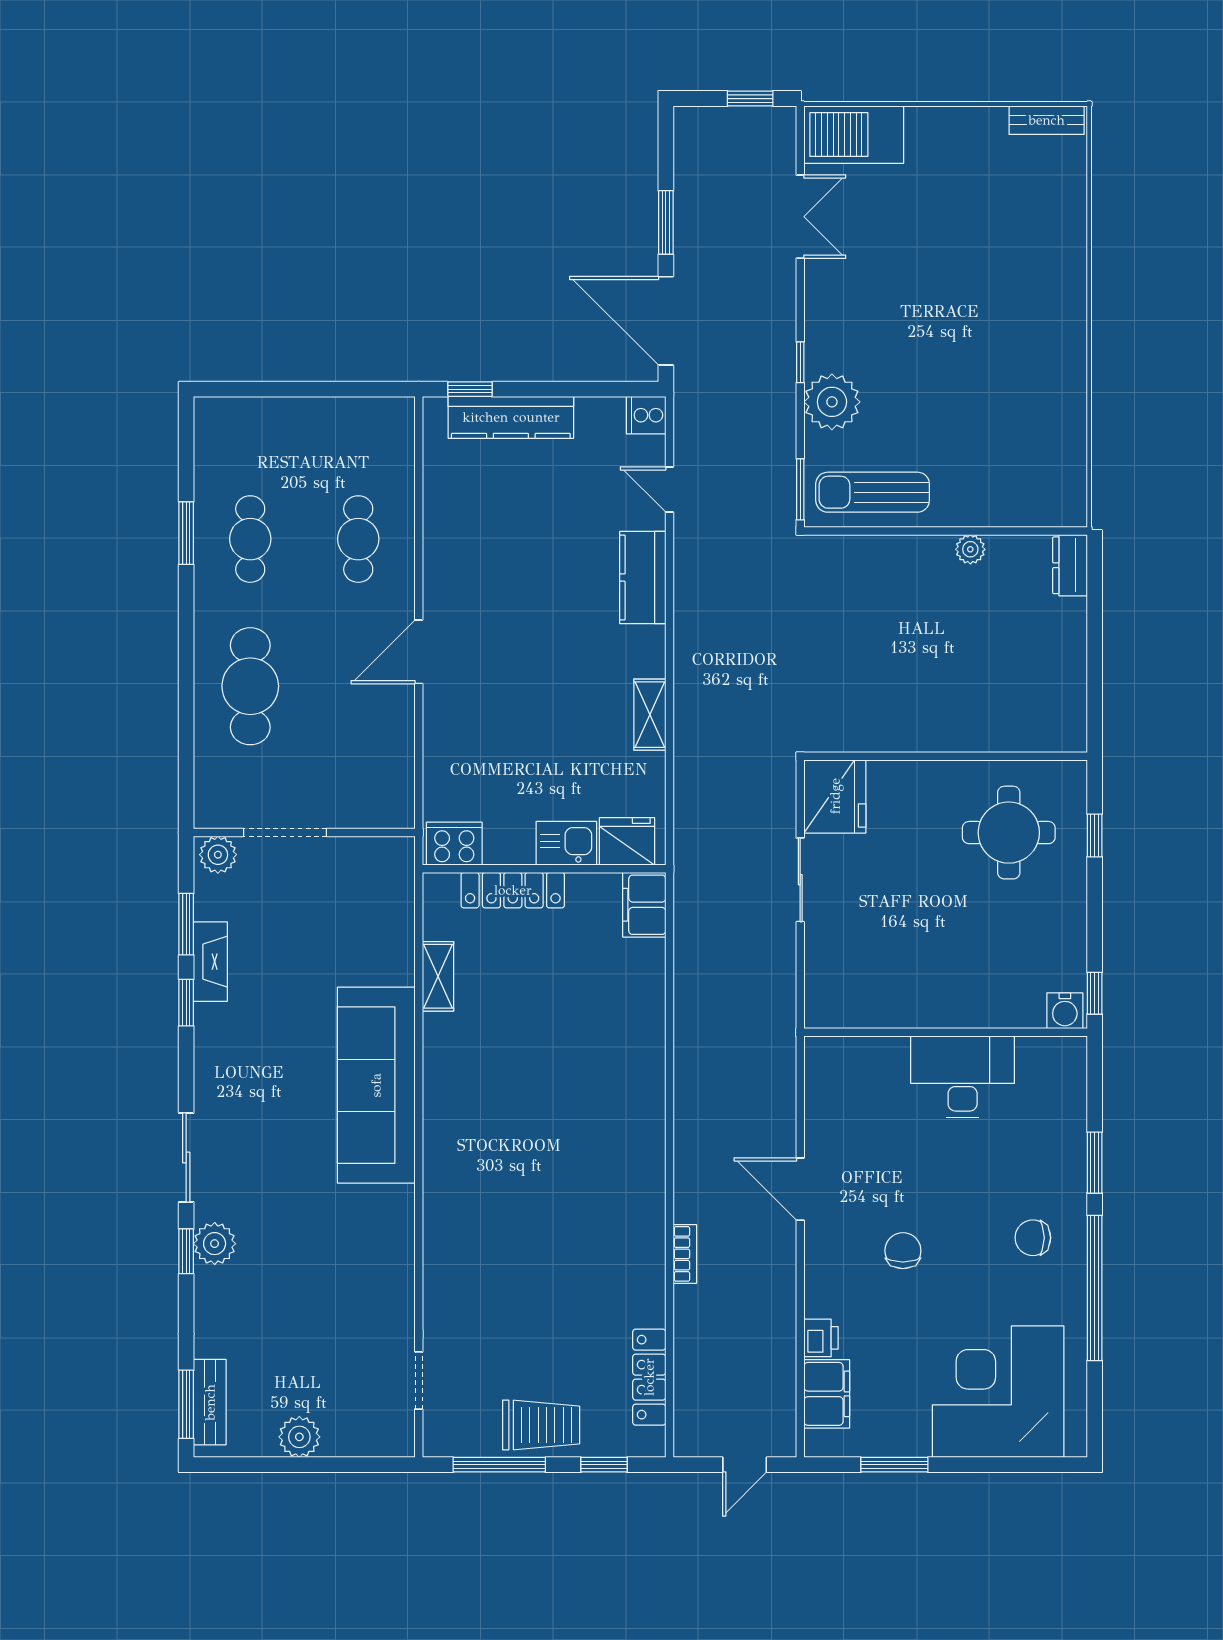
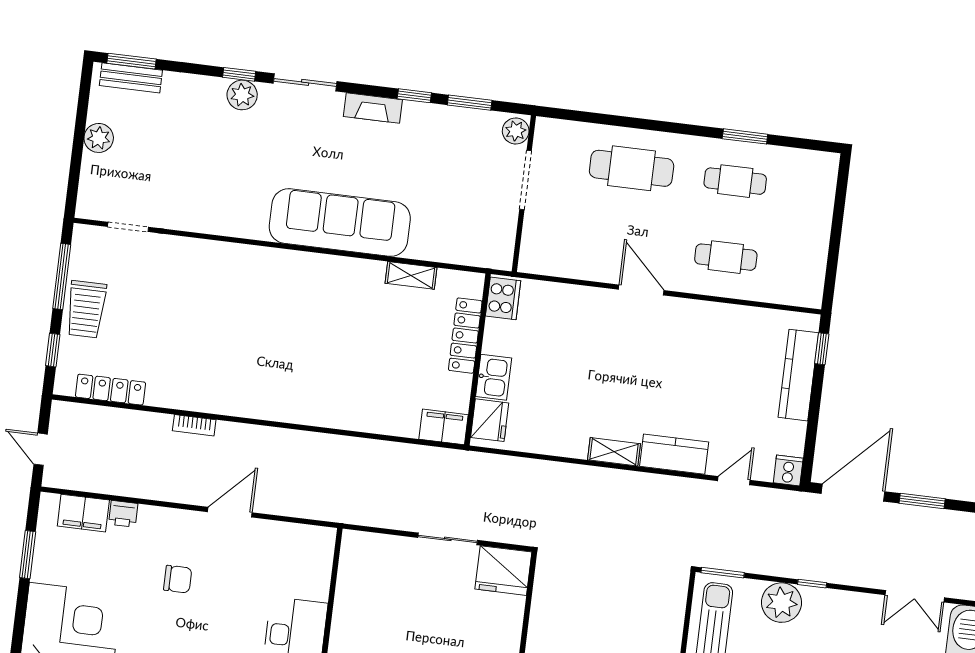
shelving: (650, 715) -> (614, 452), moved
fireplace: (210, 962) -> (373, 108), moved

